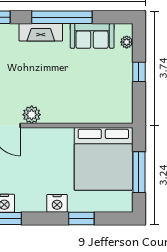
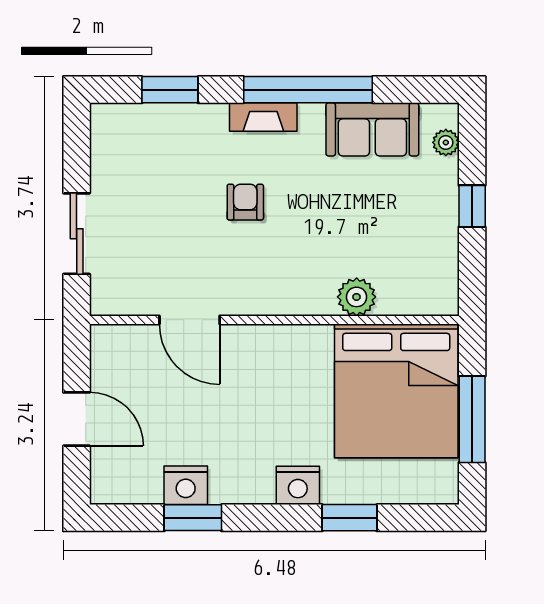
fireplace: (41, 32) -> (263, 117), width x0.73, depth x0.76
armchair: (32, 70) -> (245, 202), added
plant: (32, 115) -> (357, 297), moved

